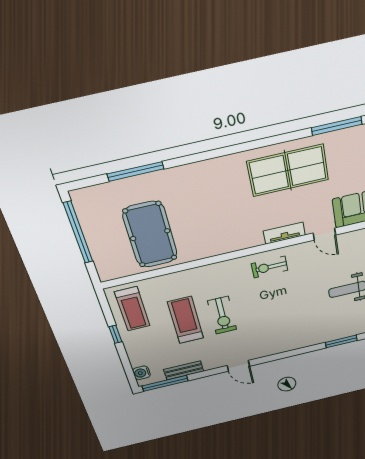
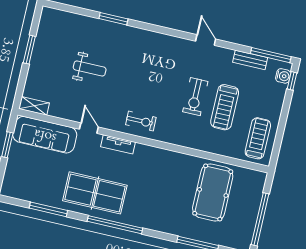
window: (248, 146) -> (115, 225), added
exercise bike: (222, 315) -> (195, 97), turned 180
window: (115, 334) -> (292, 81), moved

